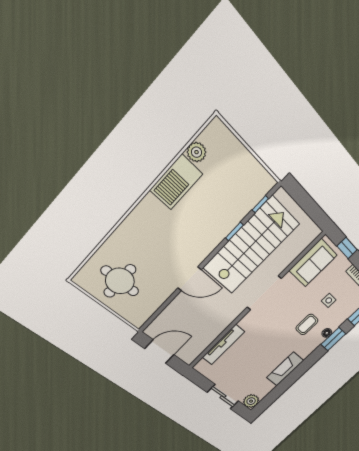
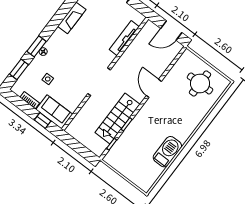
plant: (196, 152) -> (156, 171), removed
stairs: (251, 246) -> (118, 118), width x0.73, depth x0.66
sofa: (313, 263) -> (54, 112), moved, turned 90
door: (190, 279) -> (154, 88), hinge flipped
coffee table: (307, 324) -> (61, 58), removed

